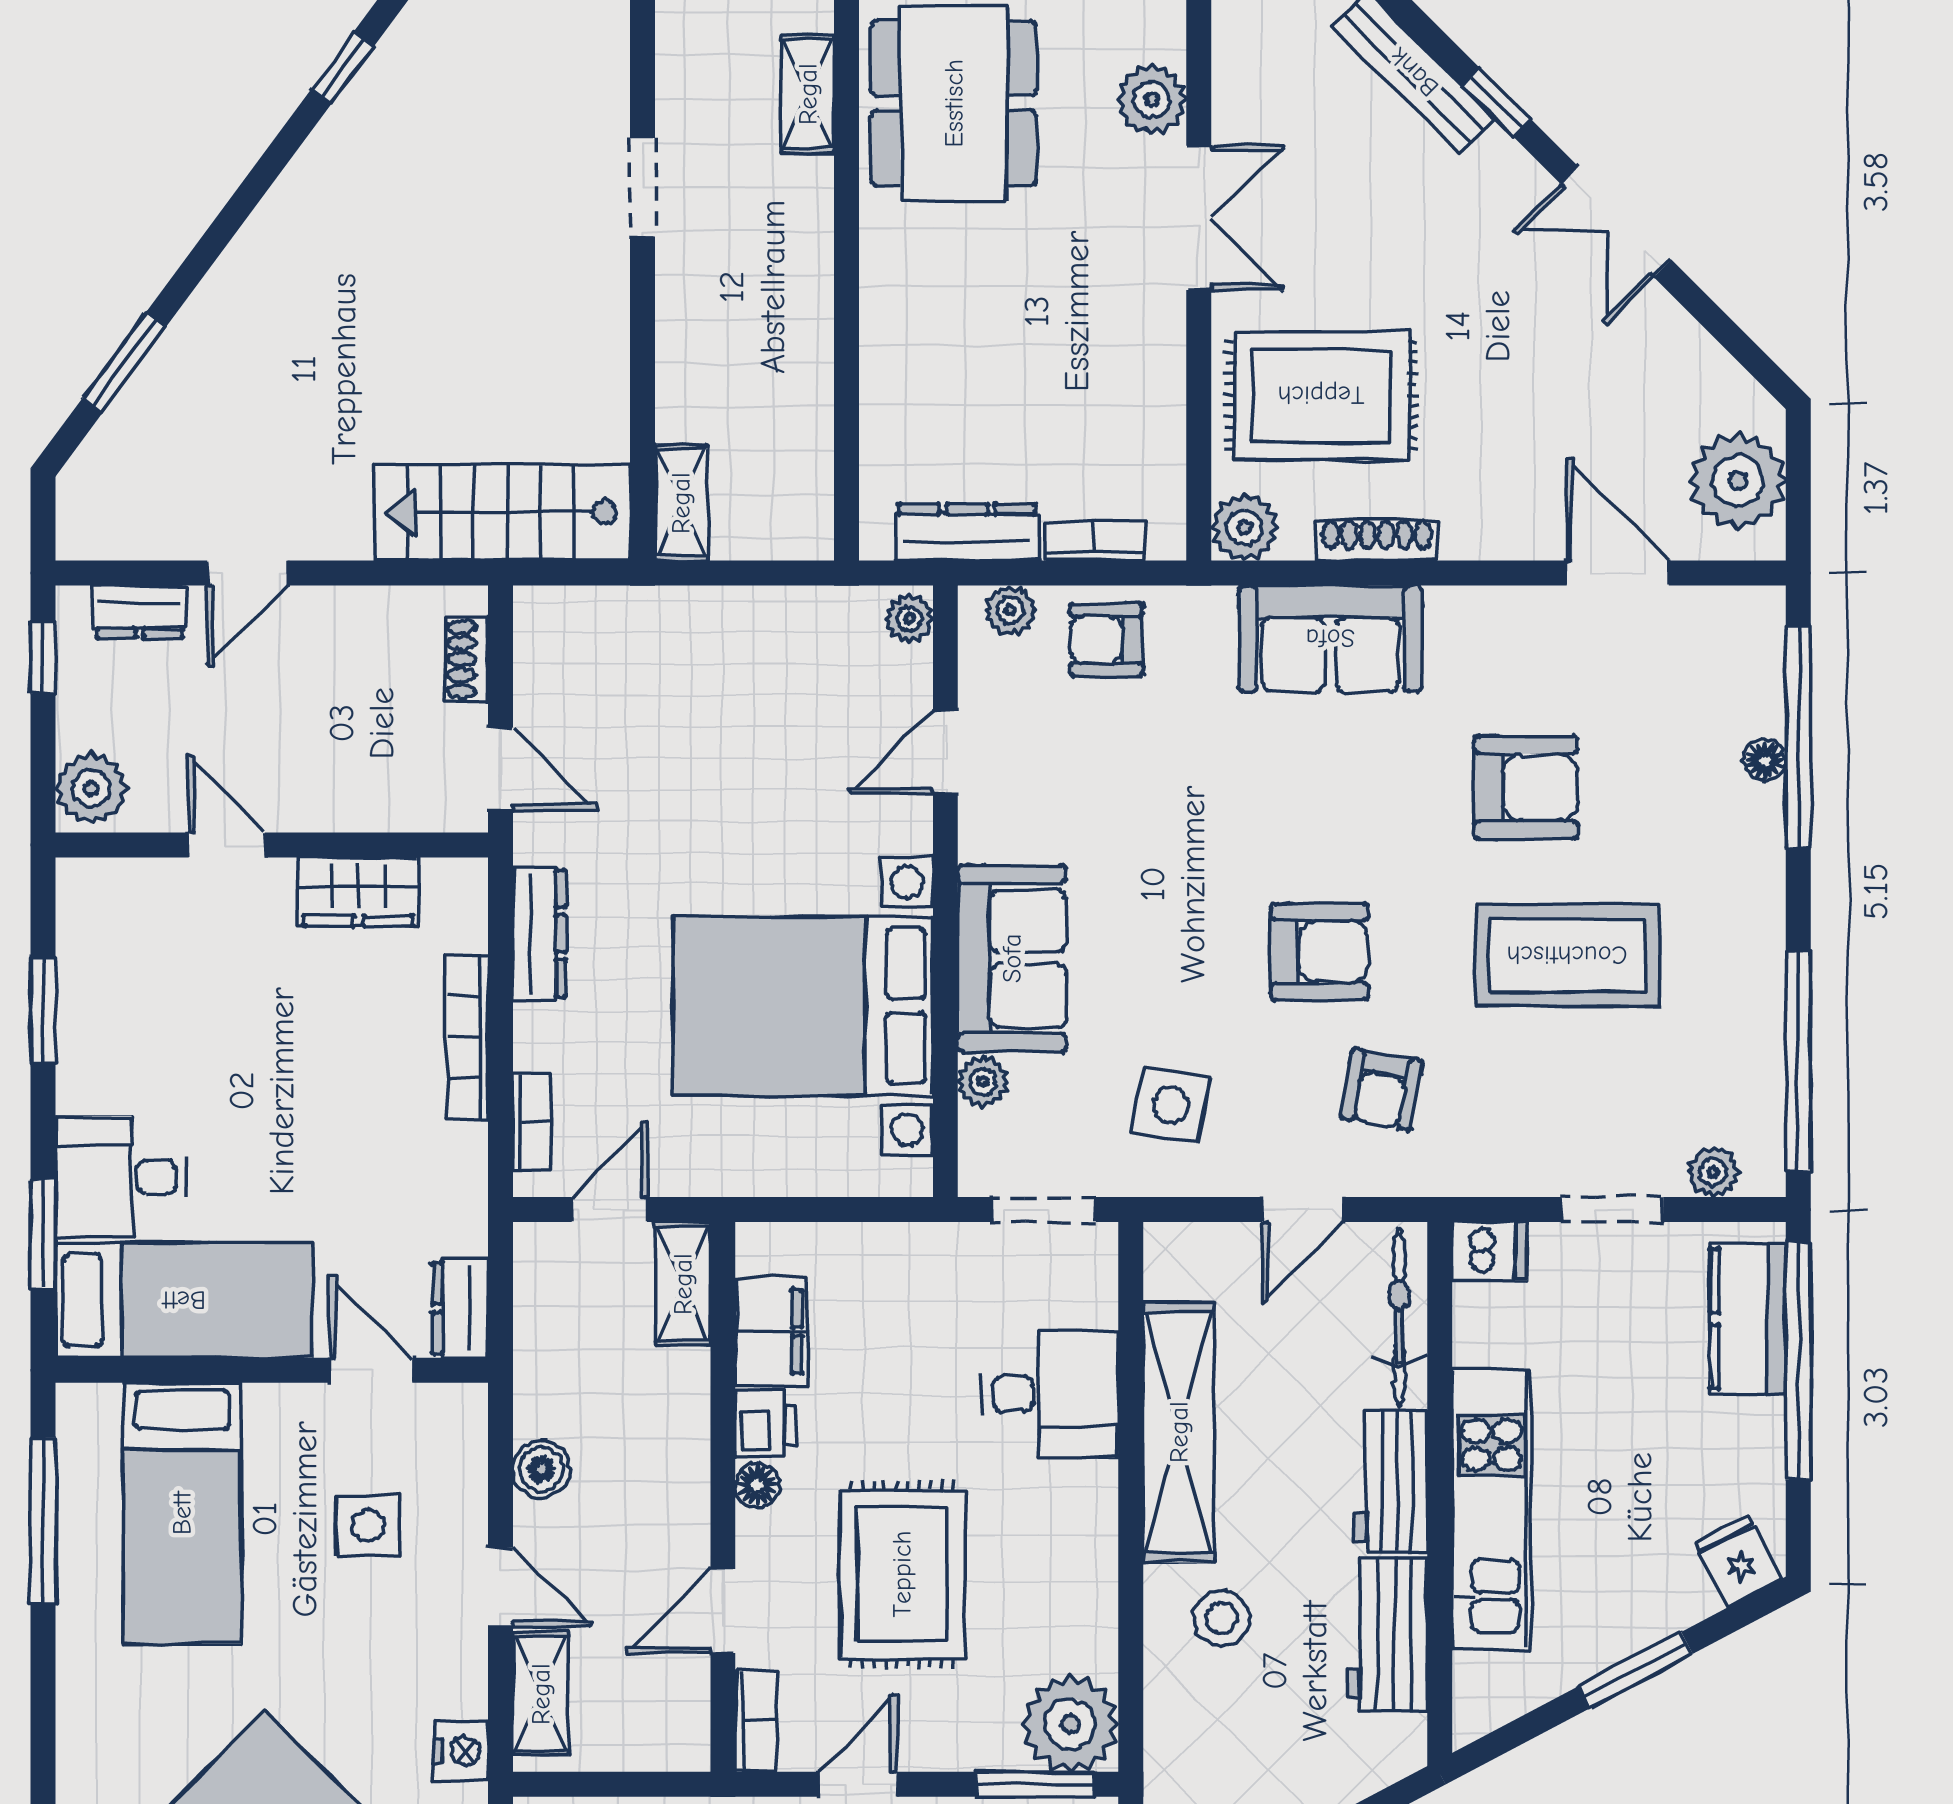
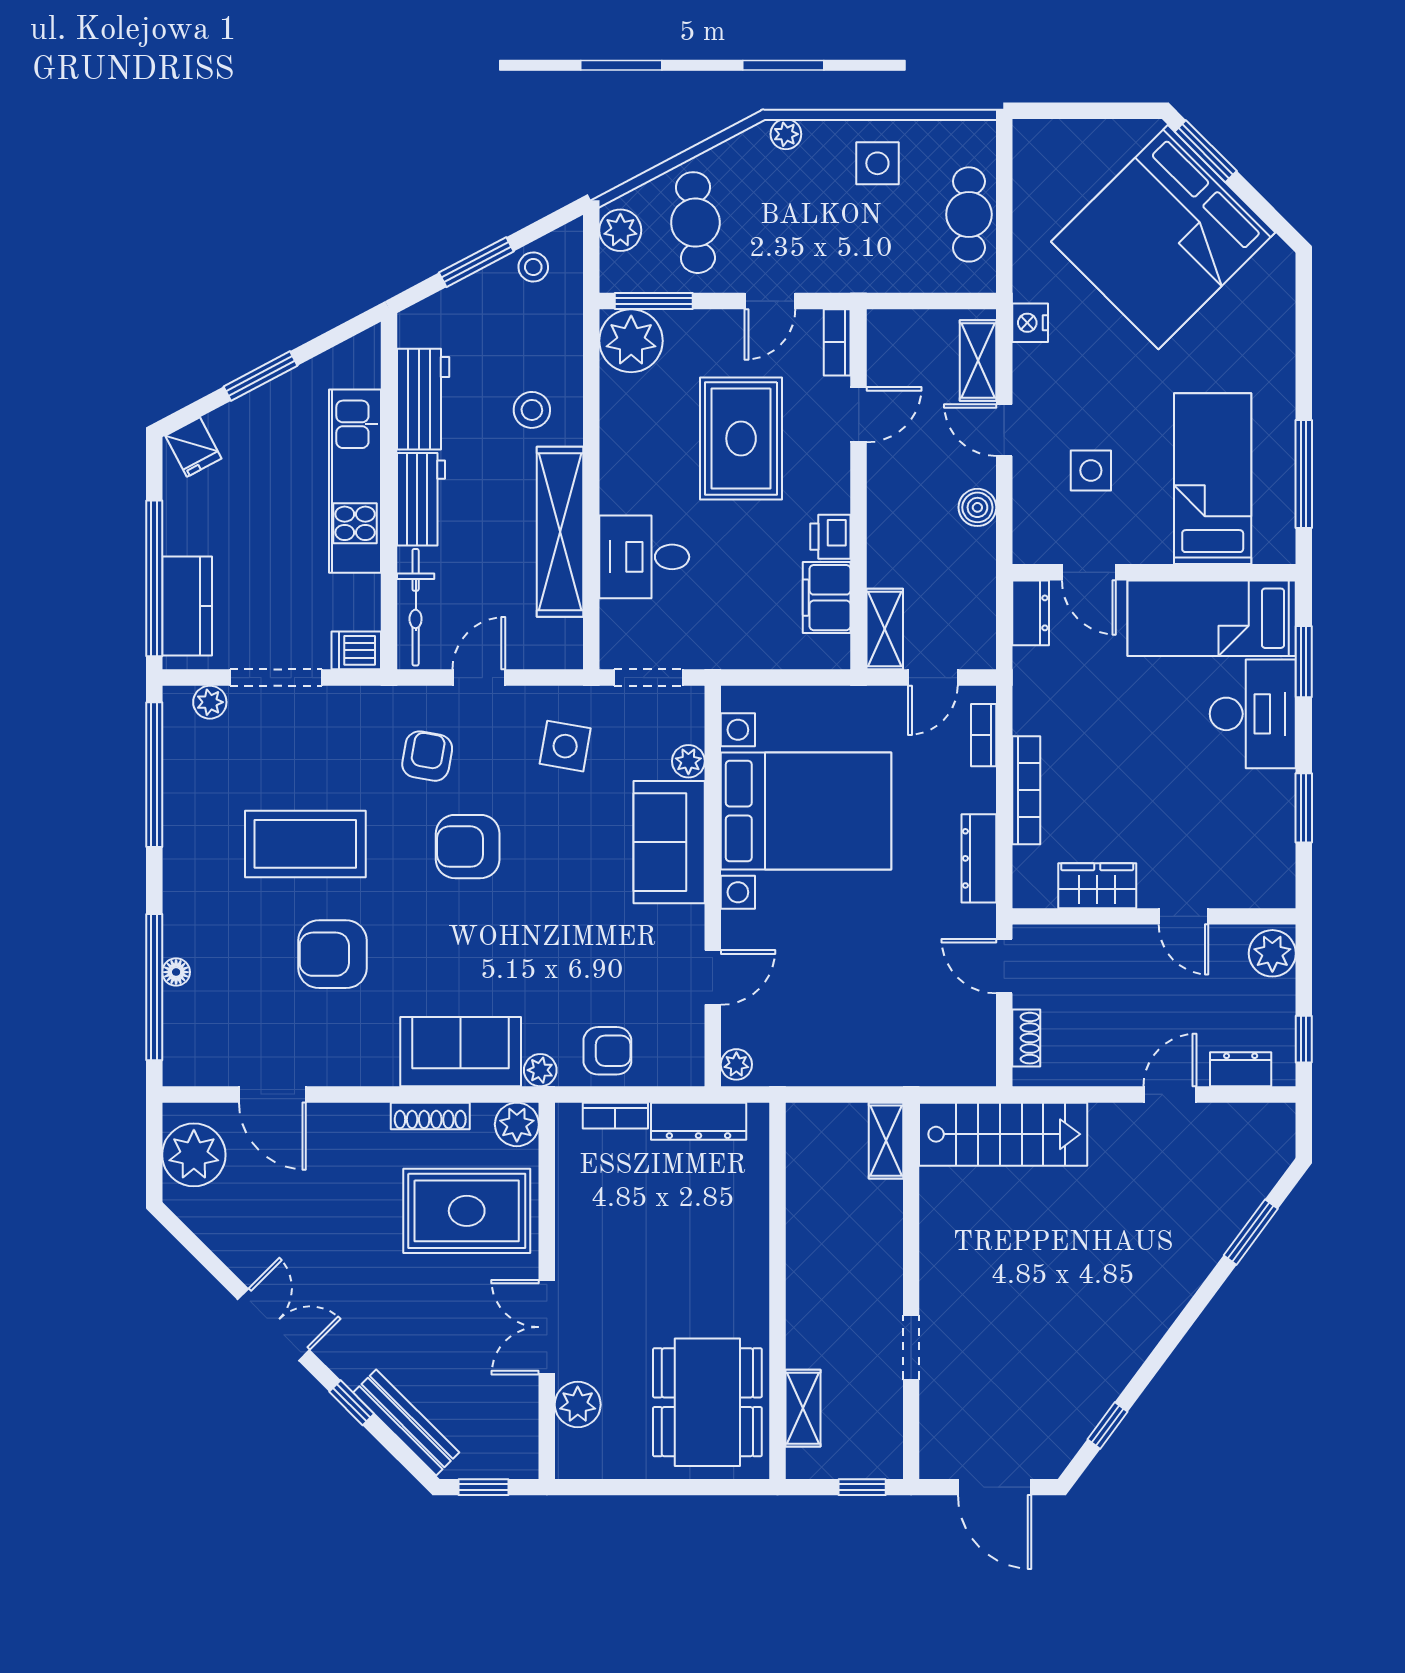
plant: (1010, 610) -> (540, 1070), moved
desk: (121, 1177) -> (1253, 714), width x1.37
doorway: (1612, 1210) -> (276, 678), width x1.38
floor lamp: (757, 1485) -> (836, 497), removed

